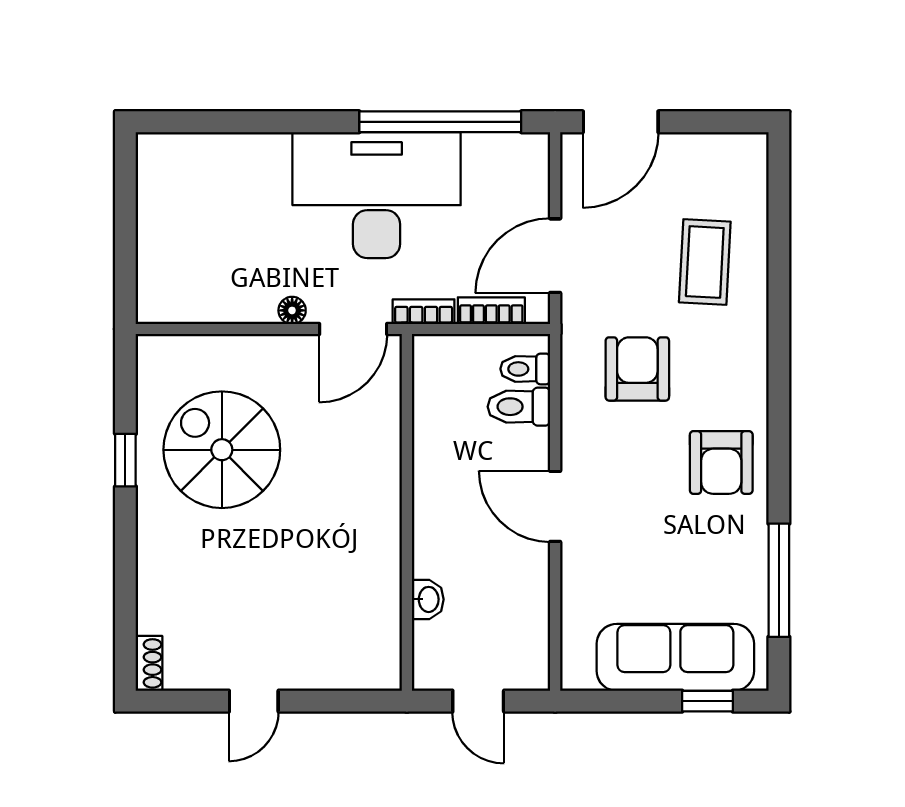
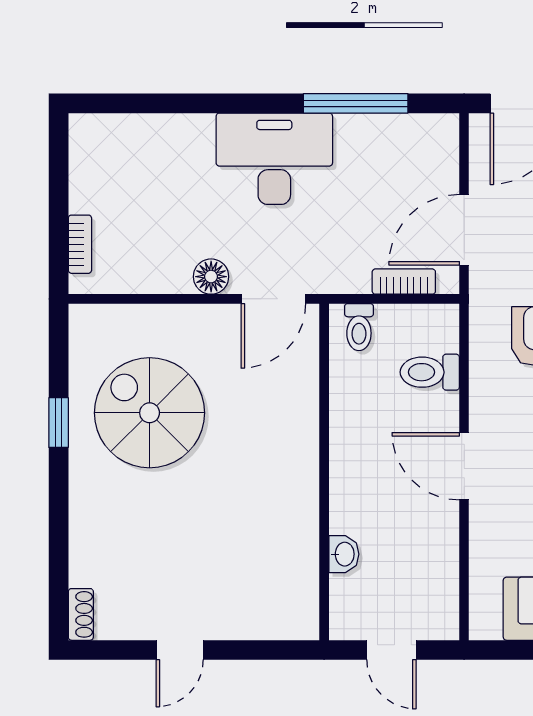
window: (440, 122) -> (356, 103), width x0.68
desk: (377, 195) -> (274, 159), width x0.73, depth x0.77
floor lamp: (292, 310) -> (211, 277), width x1.37, depth x1.37
bookcase: (424, 312) -> (80, 244), moved, turned 90
toilet: (525, 369) -> (359, 327), moved, turned -90

